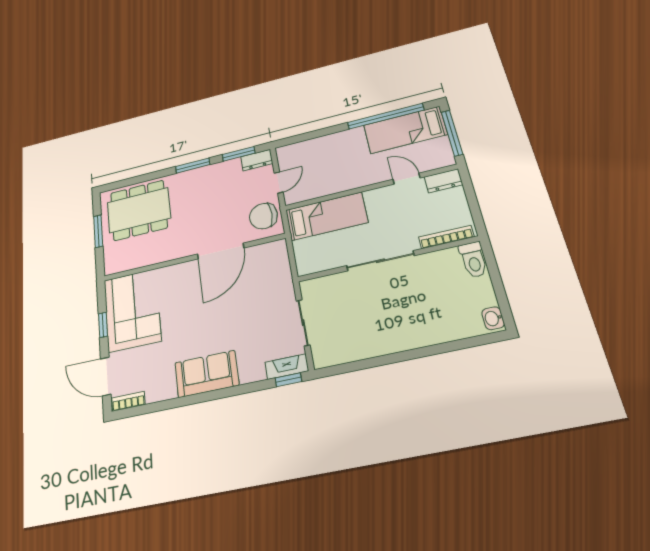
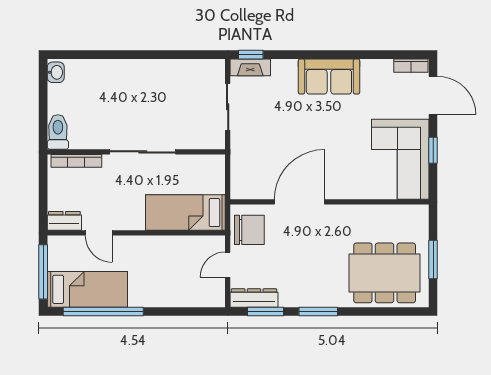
dresser: (257, 160) -> (254, 298), width x1.44

